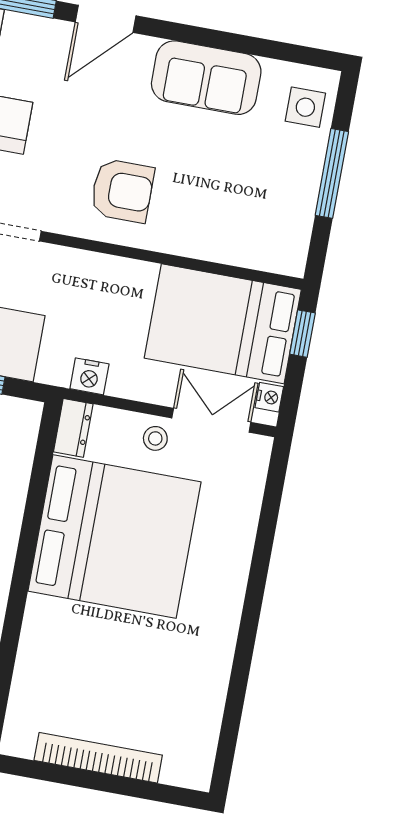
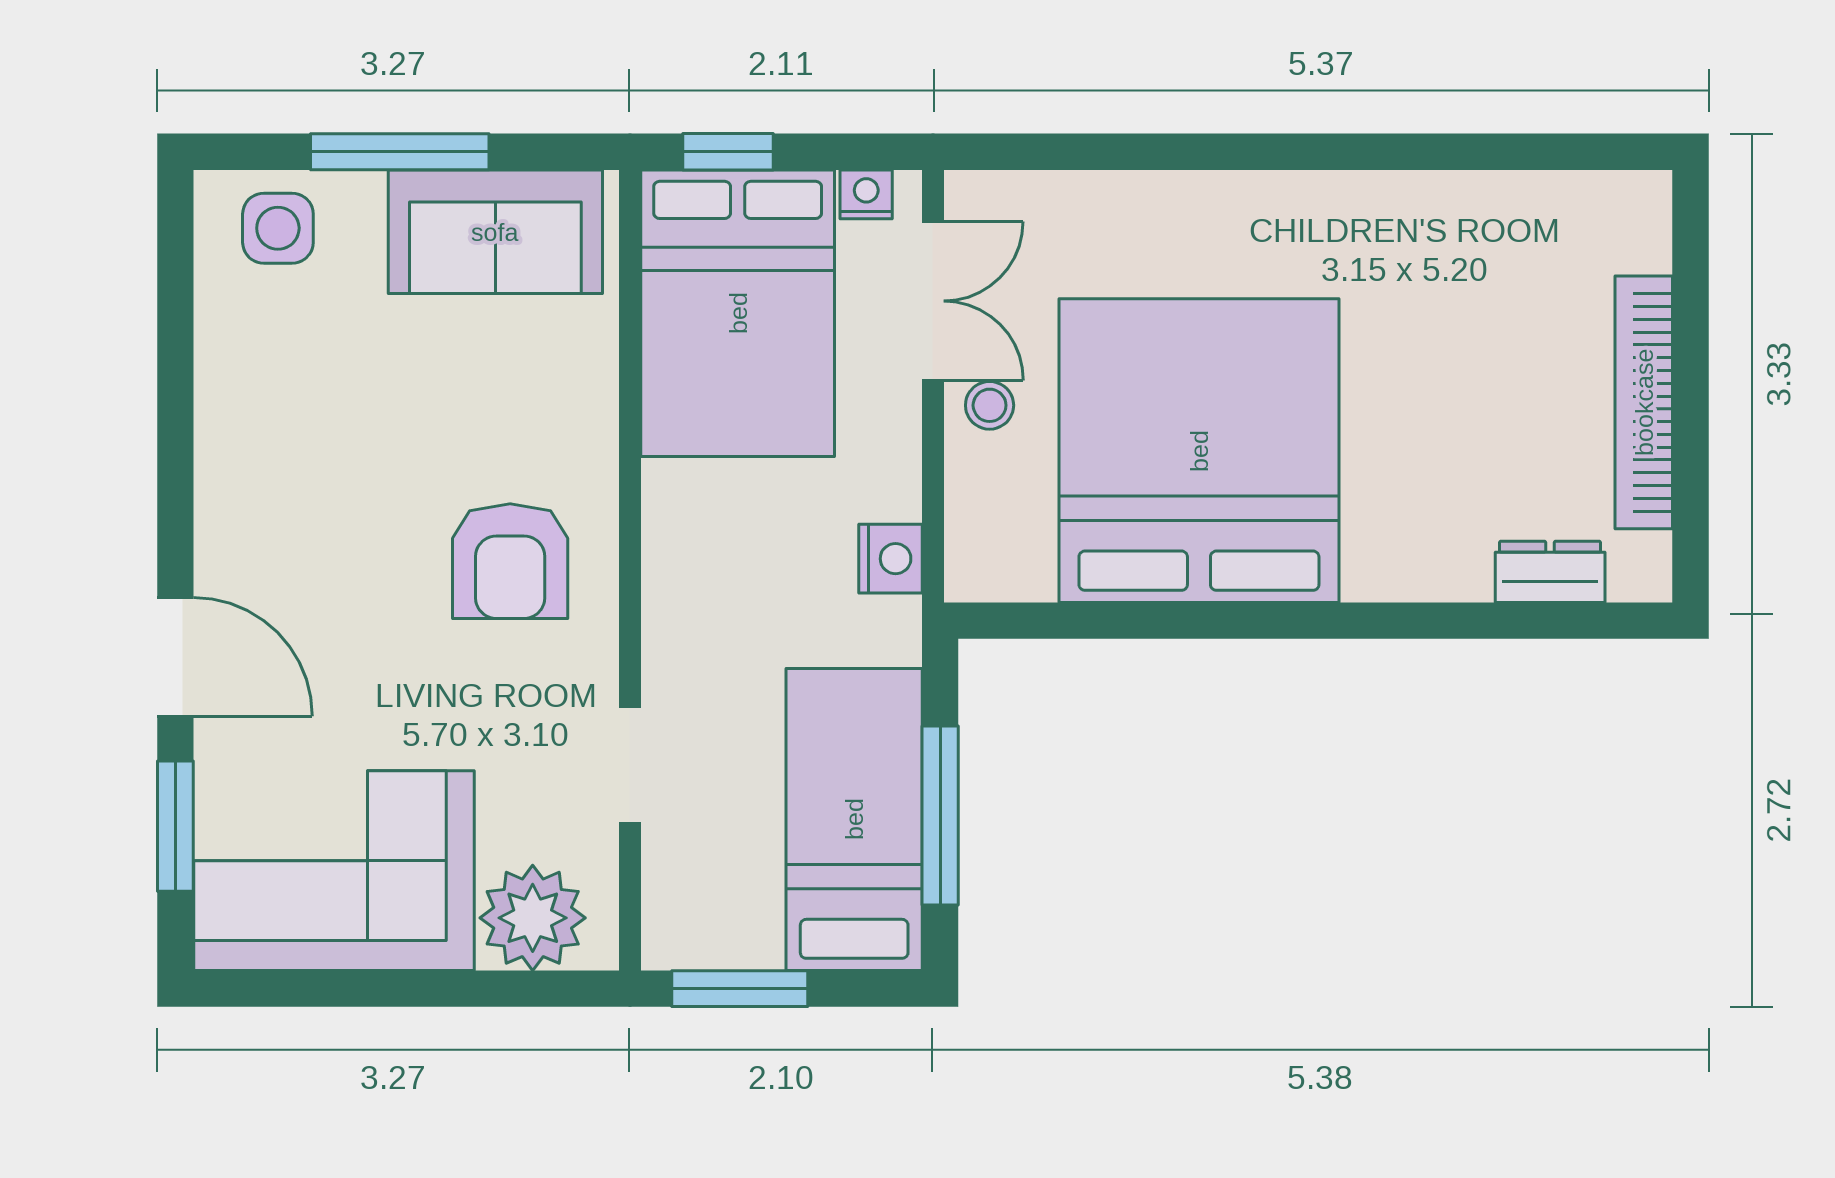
sofa: (206, 78) -> (495, 232), moved, turned 90
armchair: (122, 191) -> (510, 561), turned 180
double door: (211, 420) -> (933, 301), swing flipped
dresser: (73, 428) -> (1550, 572), moved

